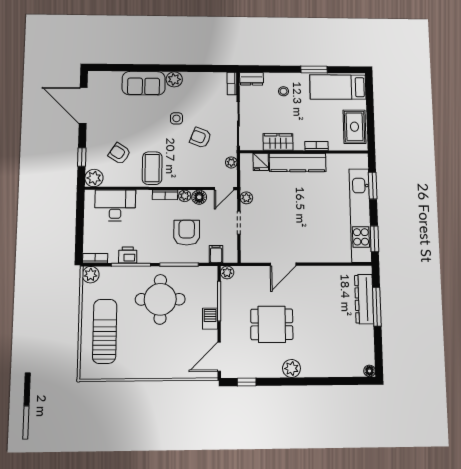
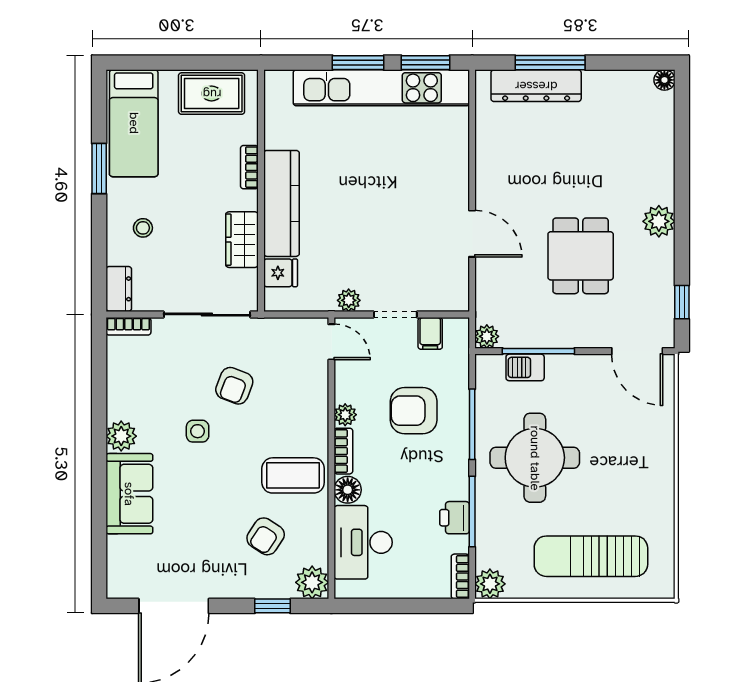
plant: (231, 162) -> (282, 328), removed
window: (373, 186) -> (358, 63), moved
floor lamp: (199, 197) -> (348, 490), moved
filing cabinet: (216, 254) -> (430, 333), moved, turned -90
barbecue: (210, 319) -> (525, 367), moved

